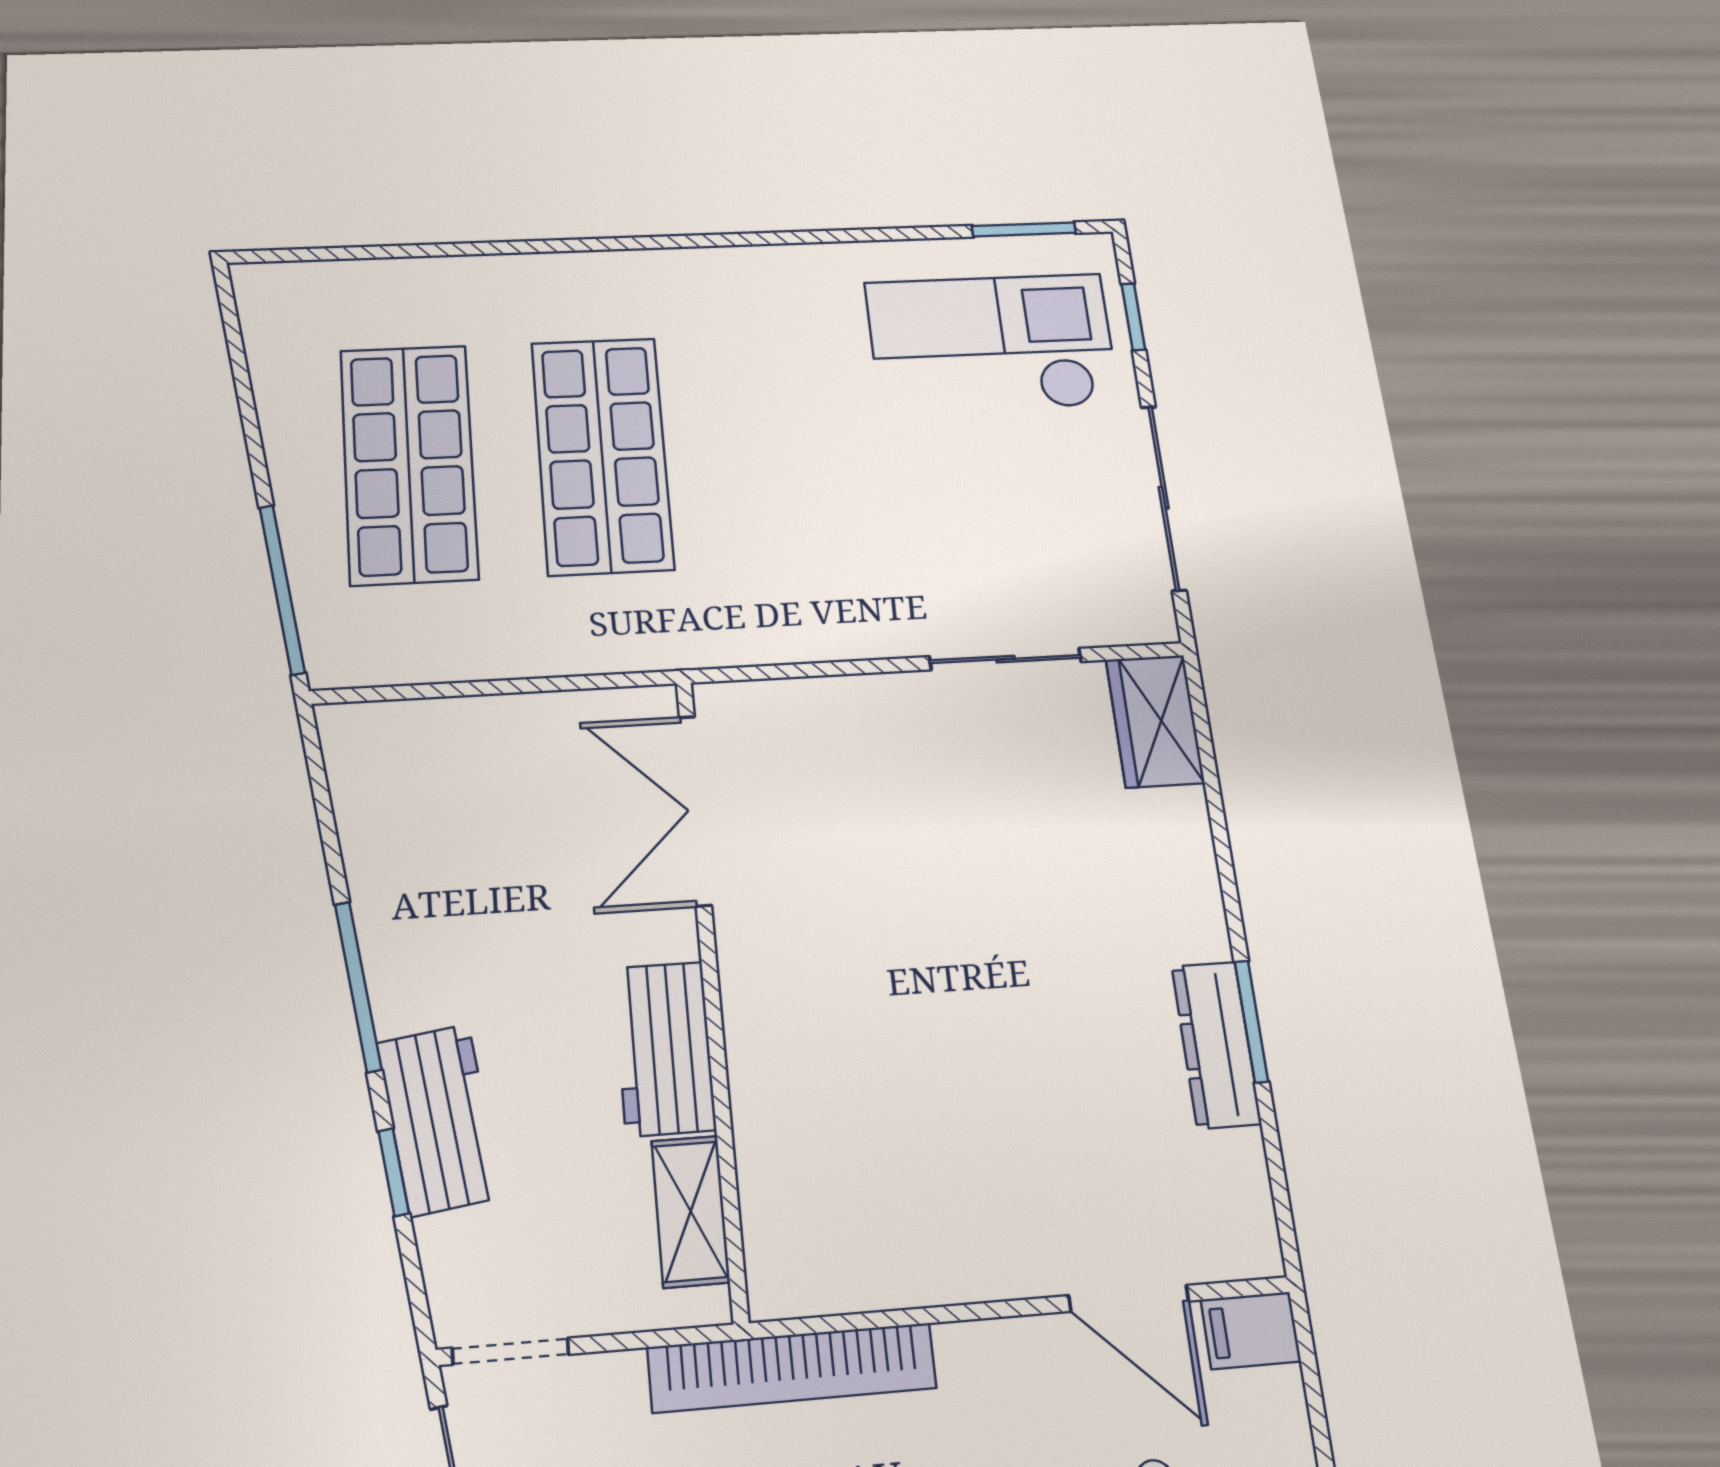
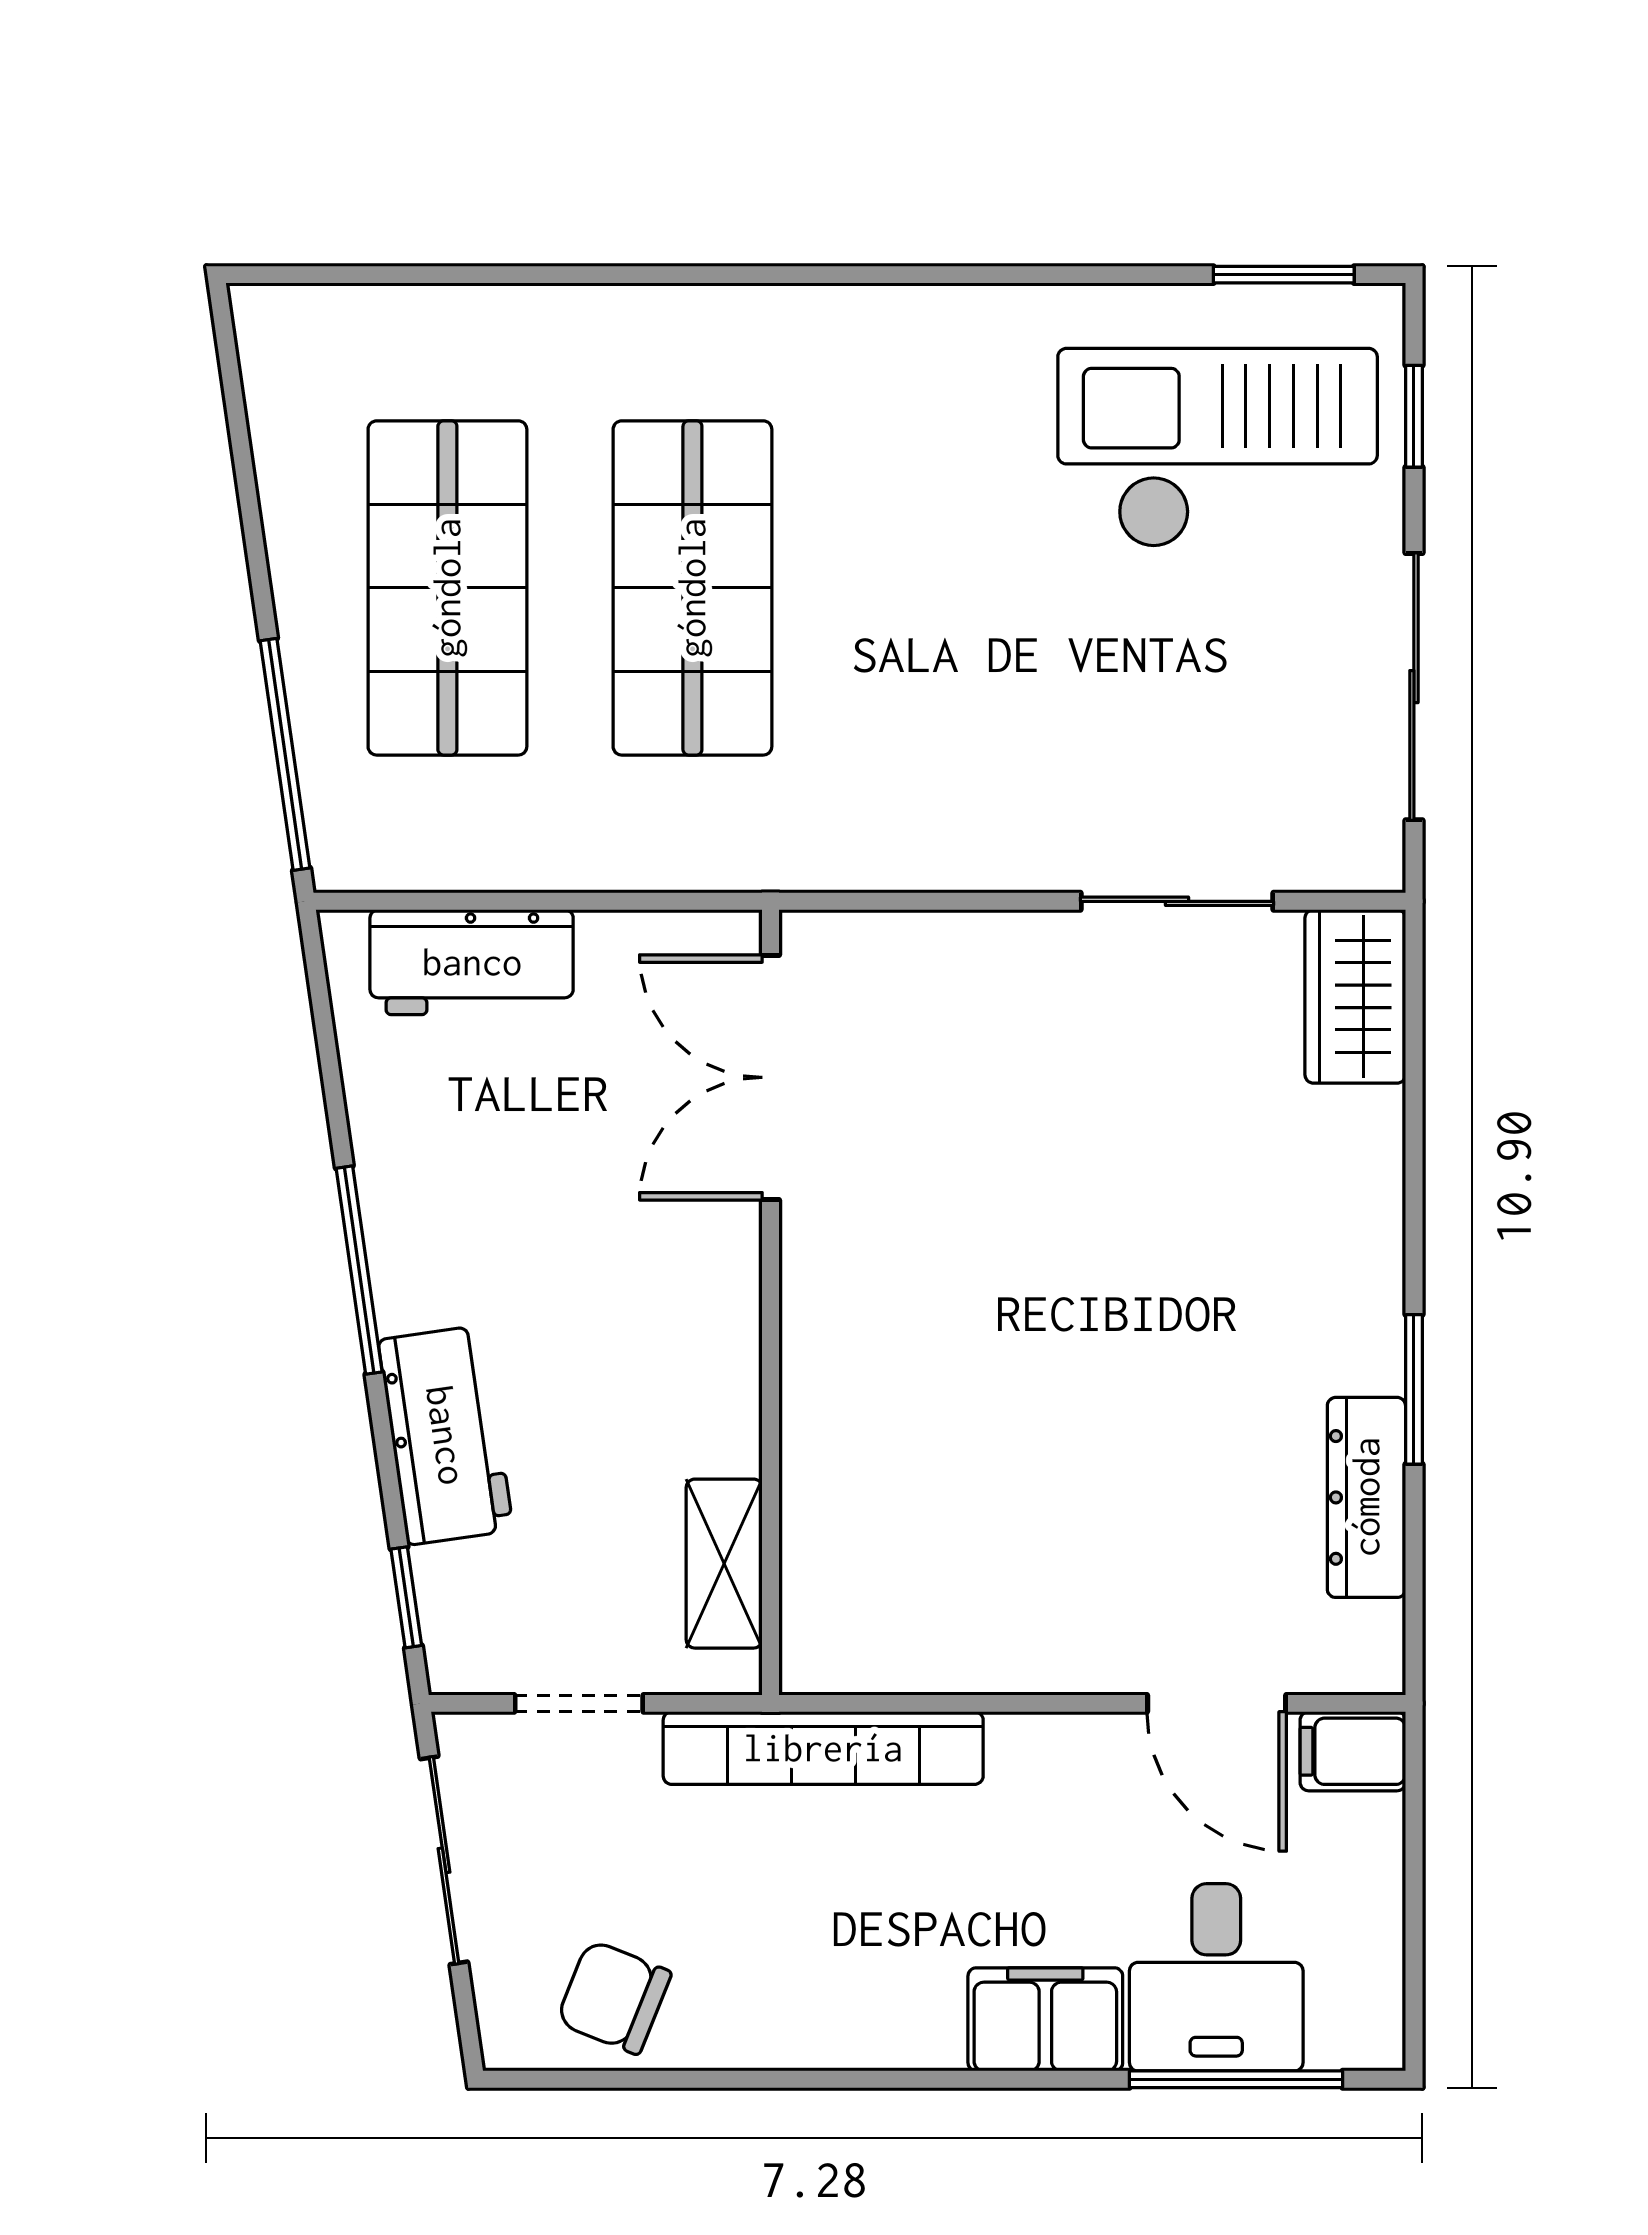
dresser: (1216, 1045) -> (1366, 1497), moved
workbench: (664, 1049) -> (472, 962), moved, turned -90
window: (394, 1172) -> (406, 1597), moved
doorway: (511, 1351) -> (579, 1703), moved

